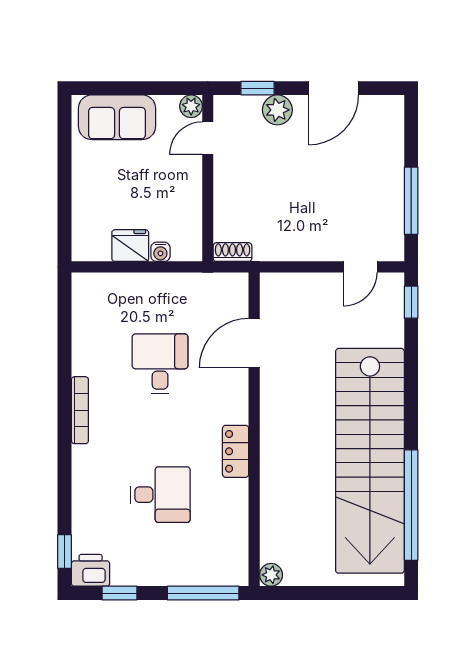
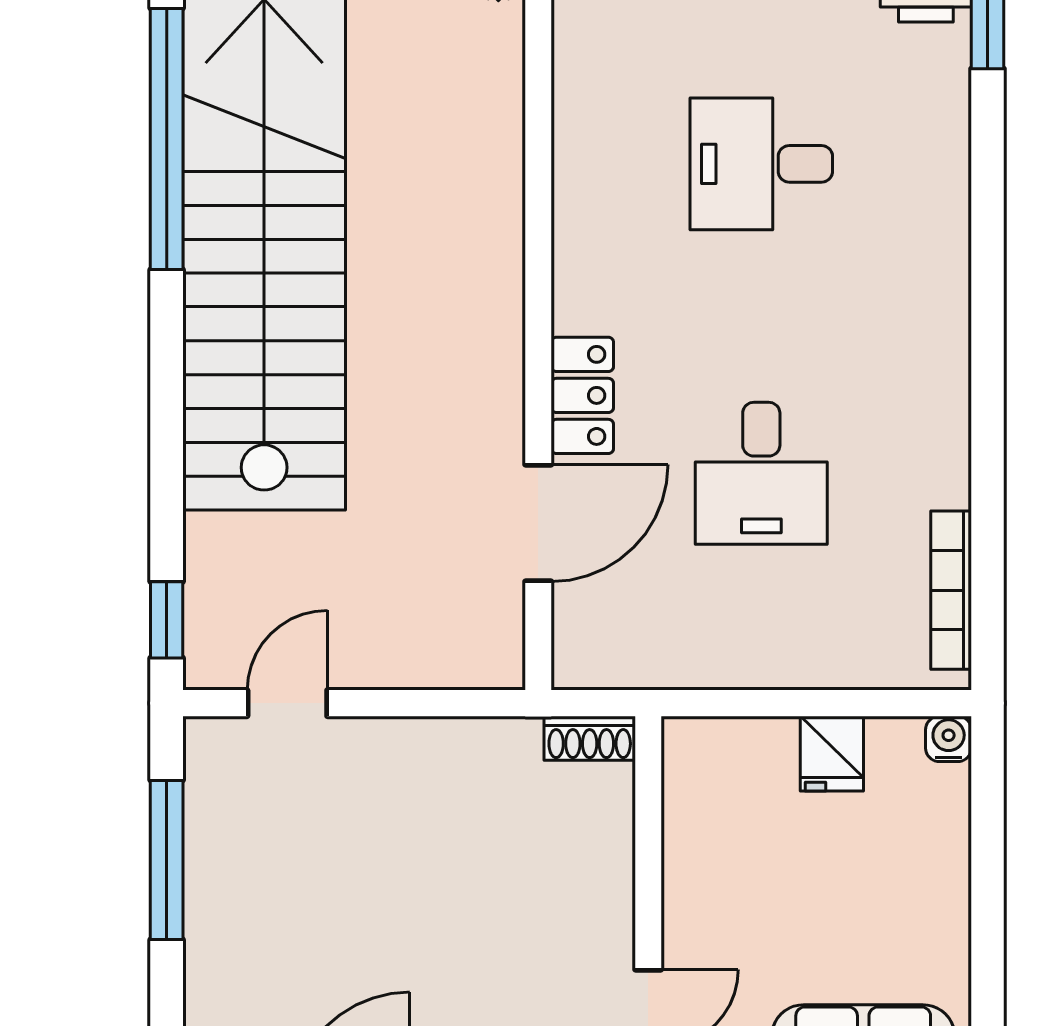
fridge: (130, 246) -> (832, 754), width x0.72
water cooler: (160, 252) -> (949, 739), moved
bookcase: (80, 410) -> (951, 590), moved
locker: (236, 451) -> (582, 395), moved

